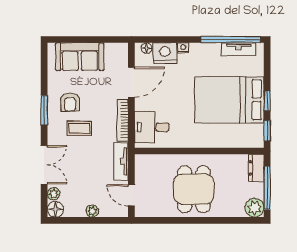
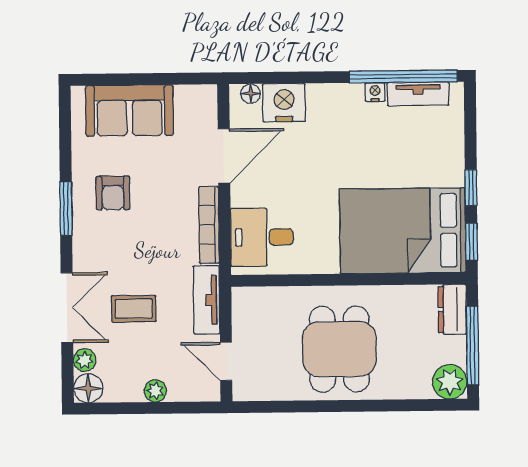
nightstand: (183, 48) -> (375, 92), moved
bed: (229, 100) -> (403, 231), moved
coffee table: (79, 128) -> (134, 309), moved

